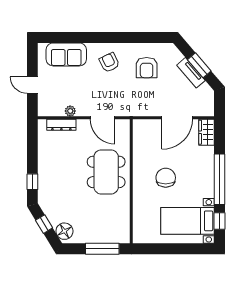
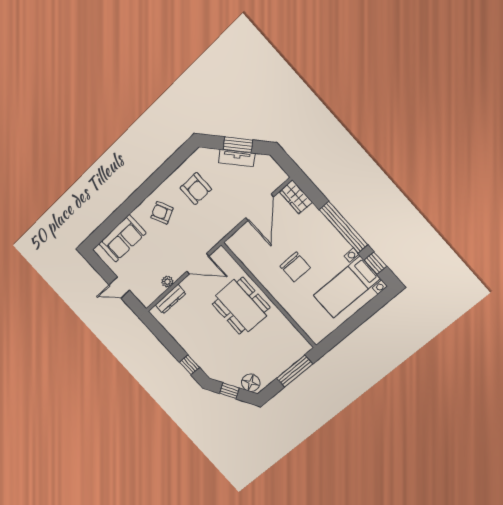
chair: (166, 178) -> (295, 267), turned 180

